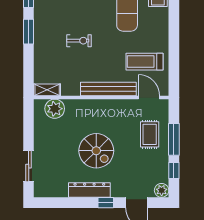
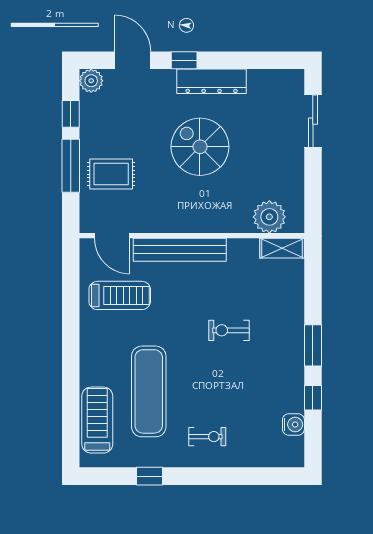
rug: (150, 134) -> (111, 174), turned 90

